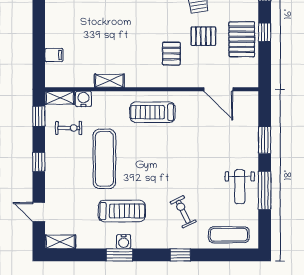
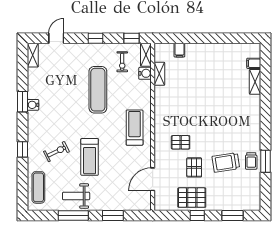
shelving: (109, 81) -> (159, 74), moved
exercise mat: (104, 159) -> (98, 90), turned 90
treadmill: (122, 211) -> (90, 157), moved

